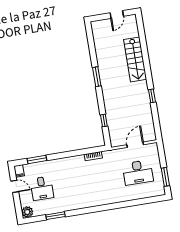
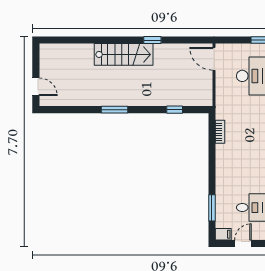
door: (117, 14) -> (36, 87), moved
stairs: (135, 59) -> (124, 54), moved
door: (135, 145) -> (214, 59), moved

